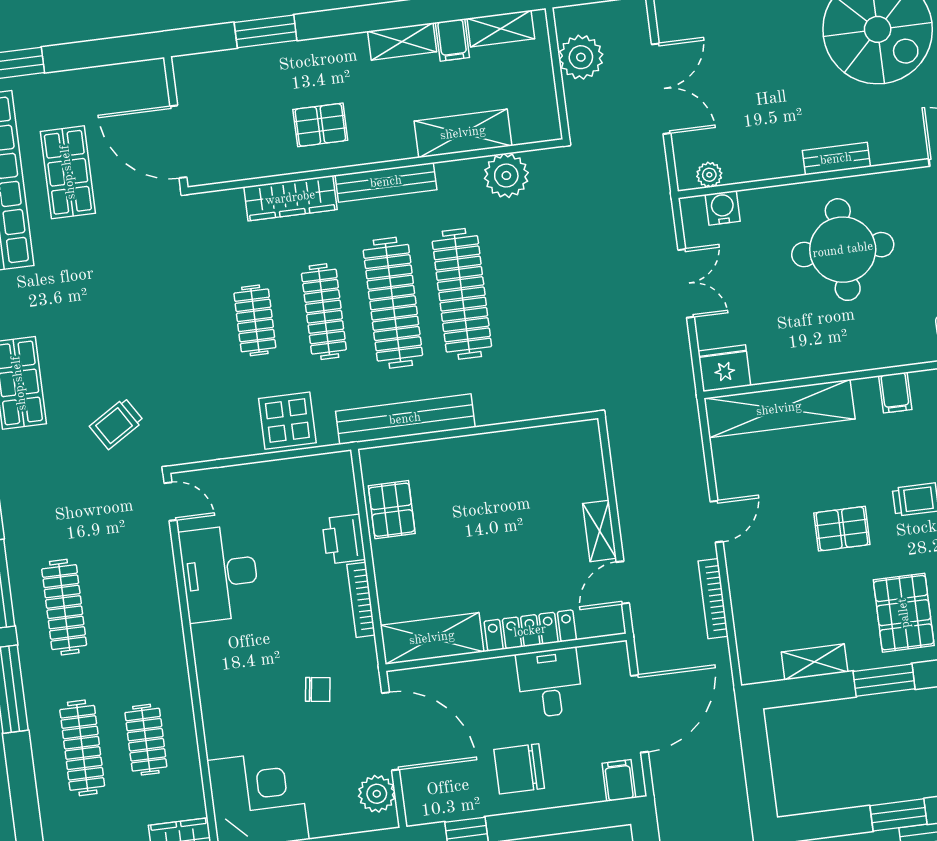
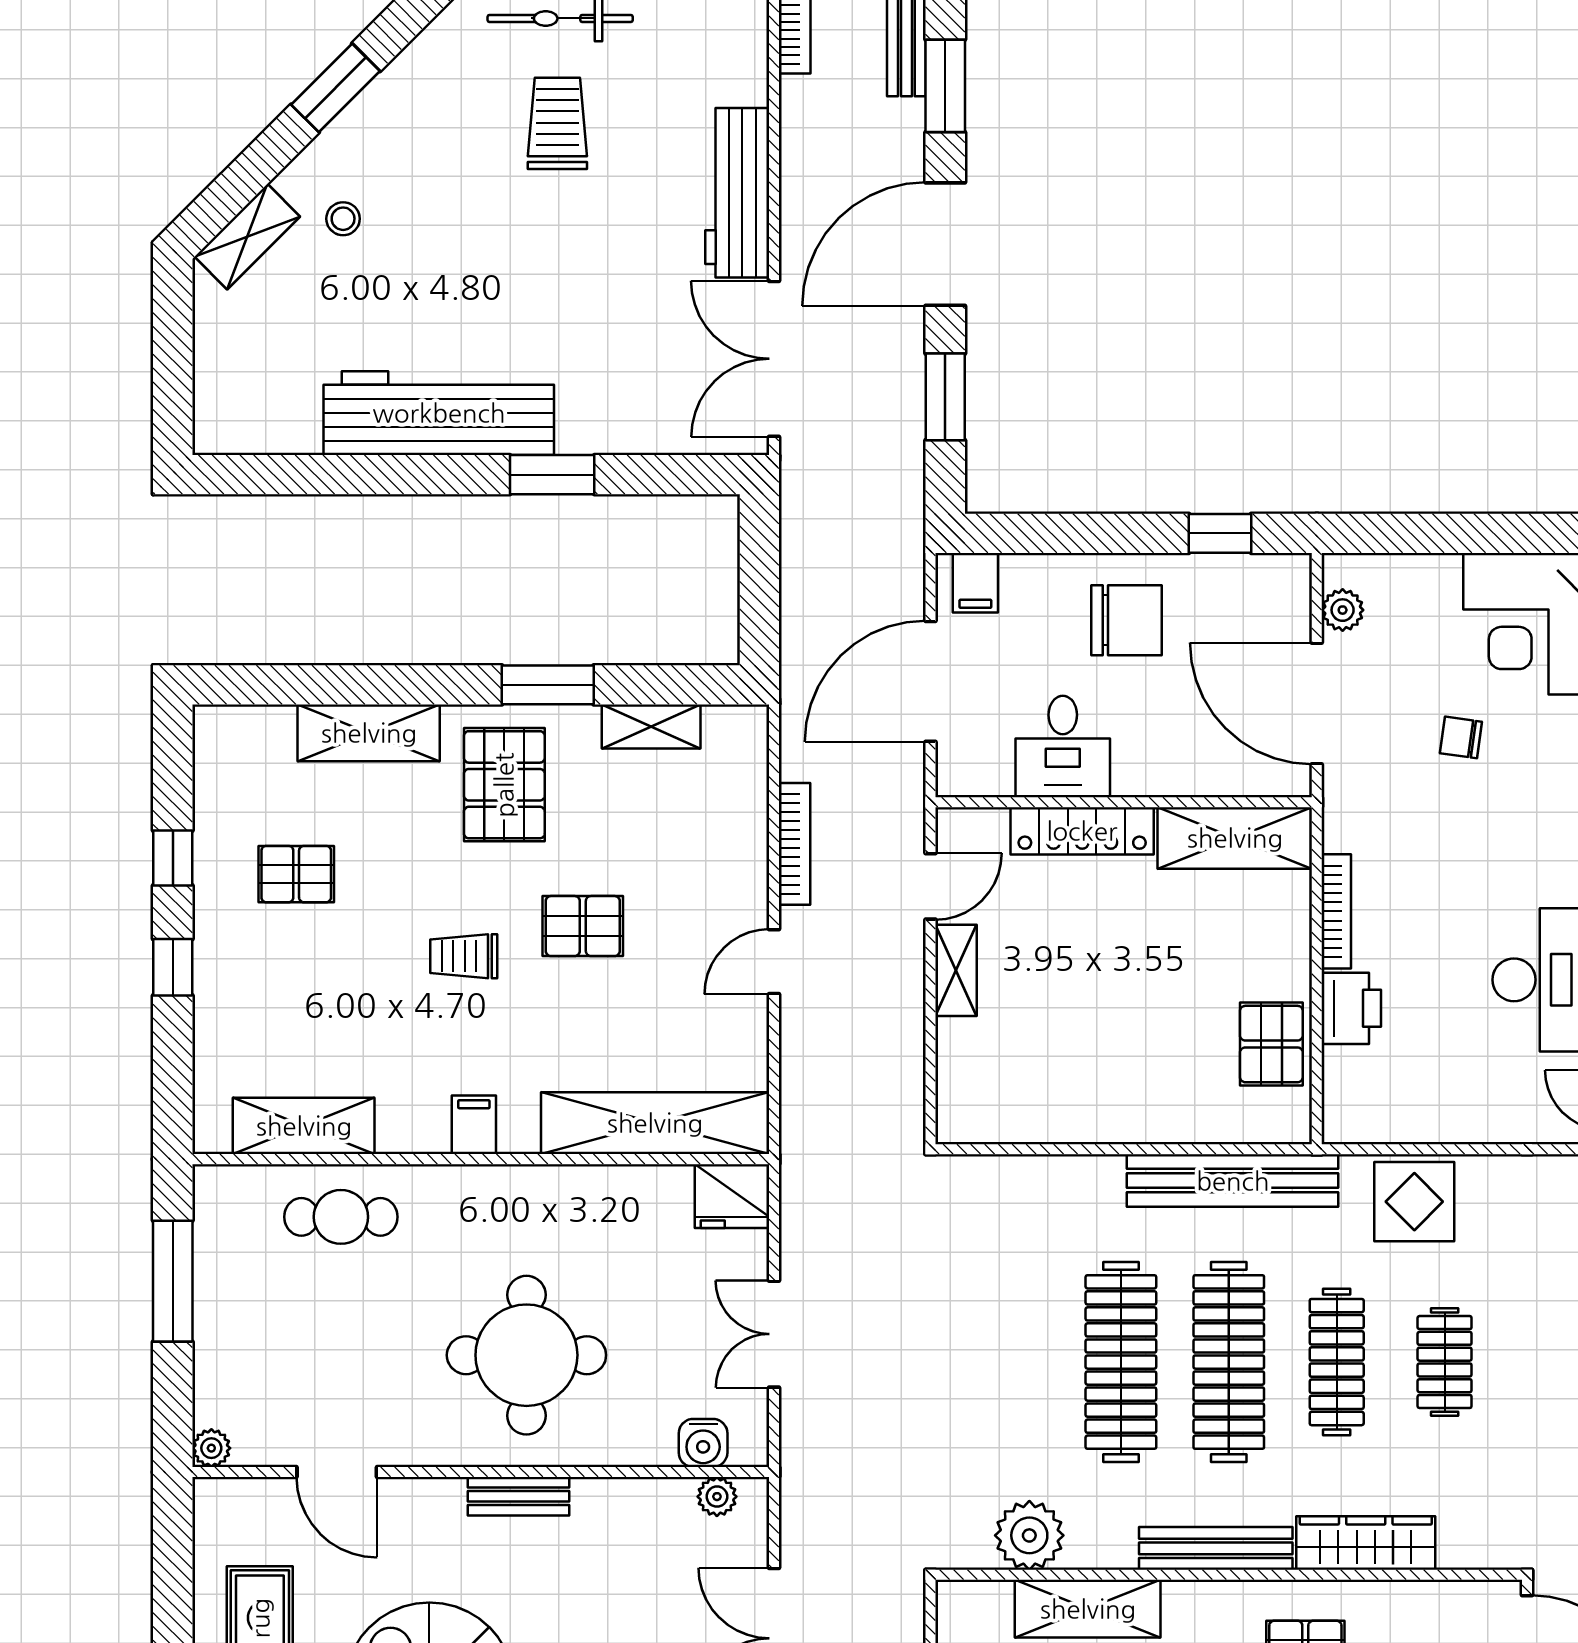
chair: (318, 689) -> (1461, 737), moved
plant: (377, 794) -> (1343, 610), width x0.73, depth x0.73

